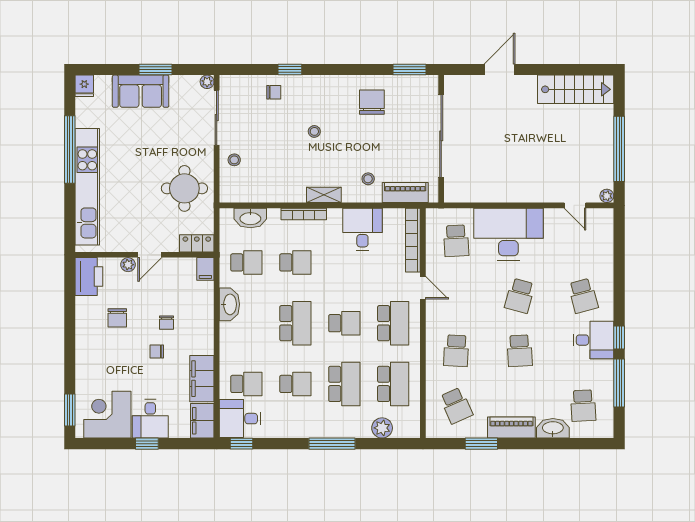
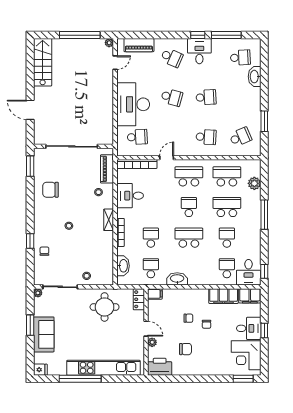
school desk: (583, 296) -> (172, 58), turned 39
piano: (511, 428) -> (139, 45), moved, turned -90

